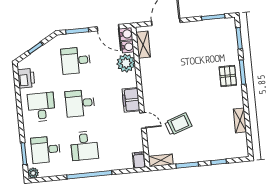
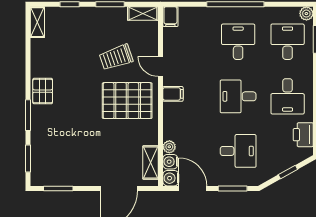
plant: (126, 63) -> (169, 147), width x0.53, depth x0.53
pallet: (228, 76) -> (43, 91), moved
pallet: (166, 91) -> (127, 101), added
filing cabinet: (131, 100) -> (173, 94), width x0.50
desk: (80, 103) -> (238, 96), turned 180
shelving: (240, 120) -> (37, 22), moved
desk: (46, 150) -> (288, 42), turned -90

